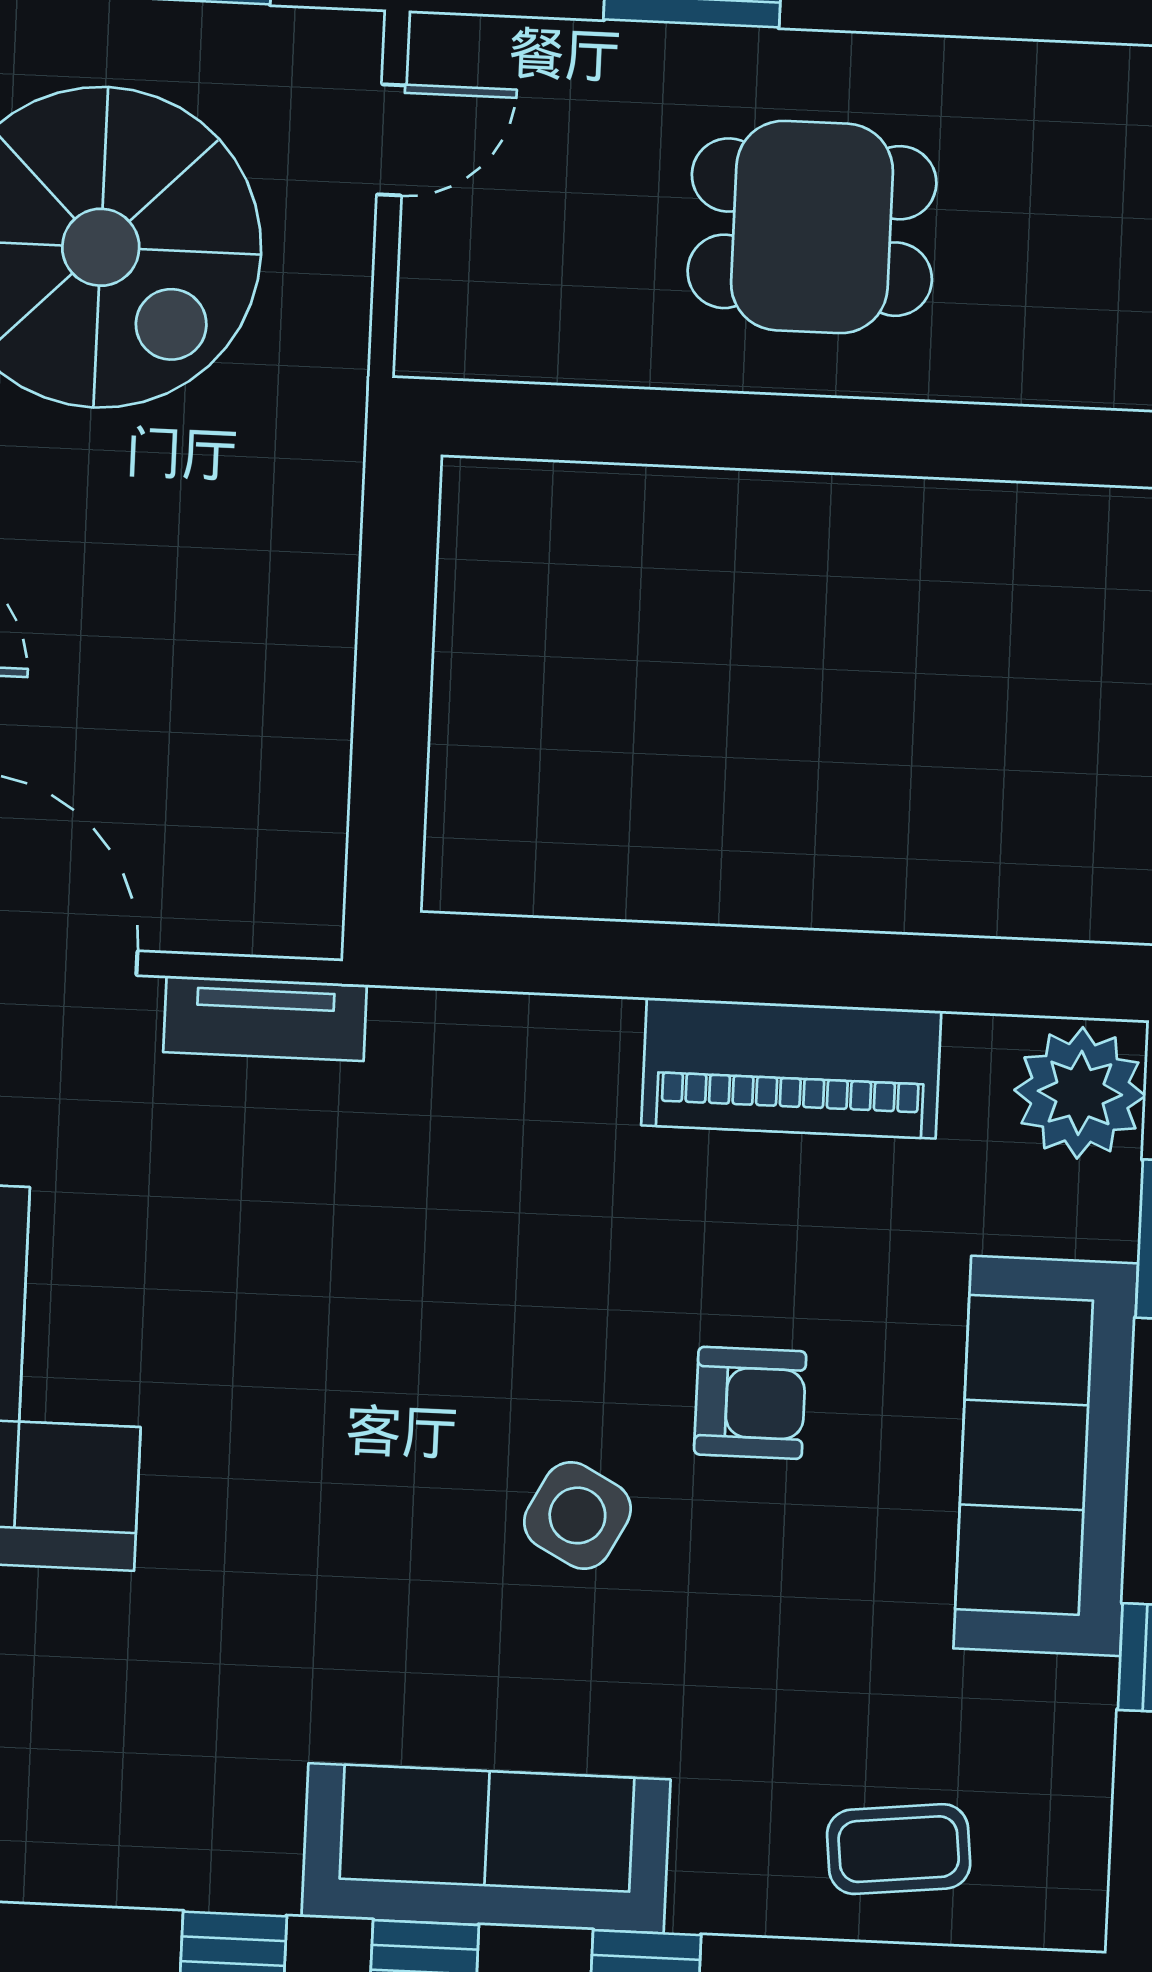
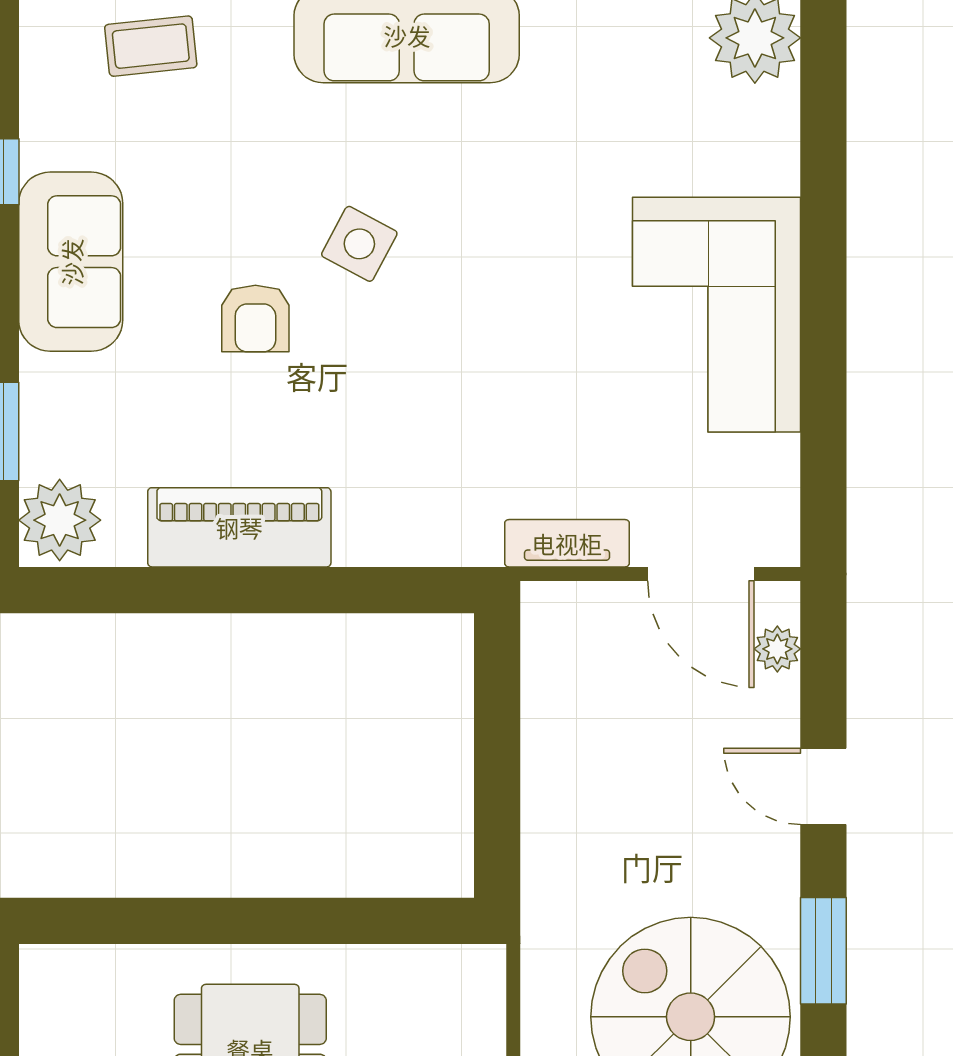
armchair: (750, 1403) -> (255, 319), turned -90
sofa: (1046, 1456) -> (71, 262), width x0.73

